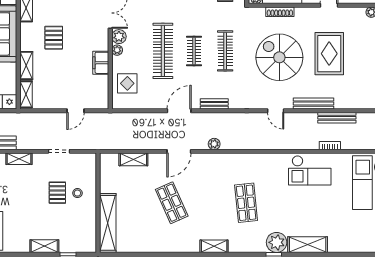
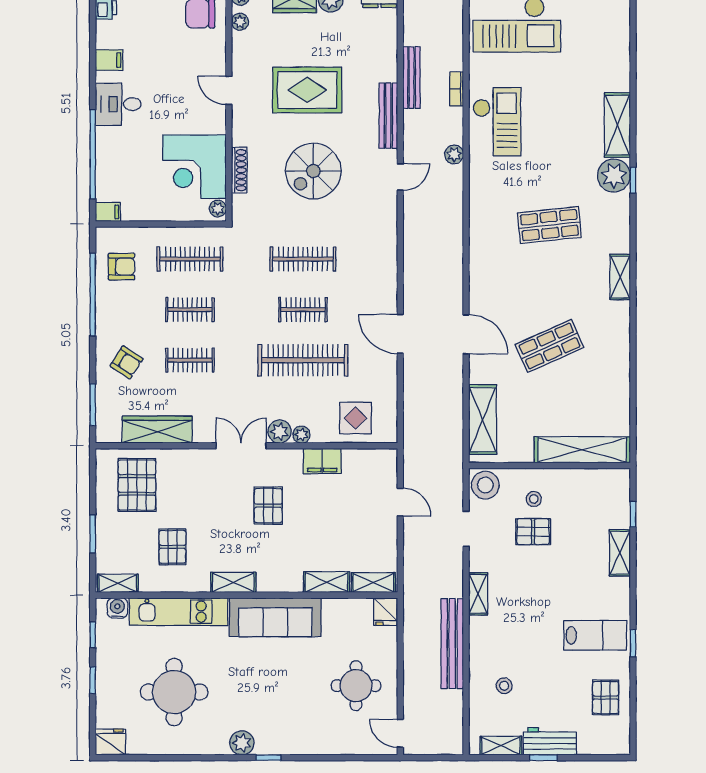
pallet: (54, 38) -> (268, 506), moved, turned 90
spiral stairs: (279, 57) -> (313, 171), width x0.73, depth x0.73
bench: (214, 104) -> (389, 277), removed
plant: (214, 144) -> (454, 154), moved
shelving: (133, 159) -> (483, 420), width x1.50, depth x1.33
stool: (86, 163) -> (485, 485), added

